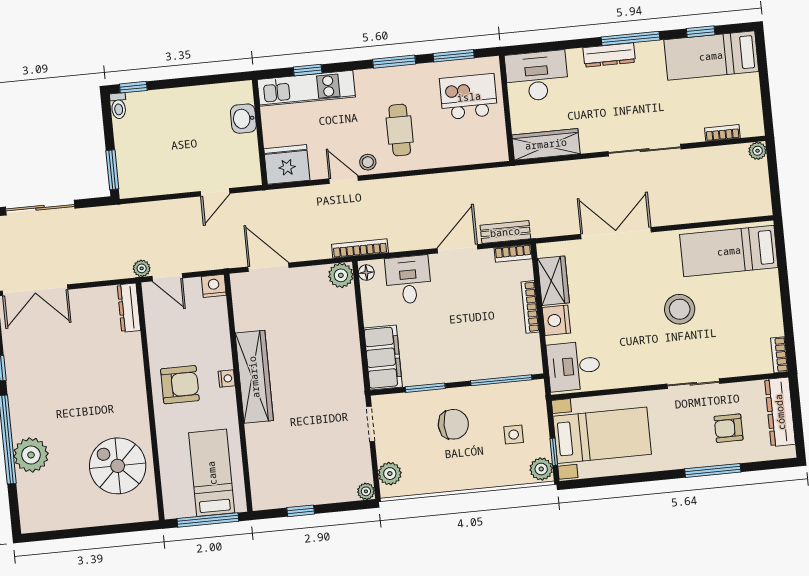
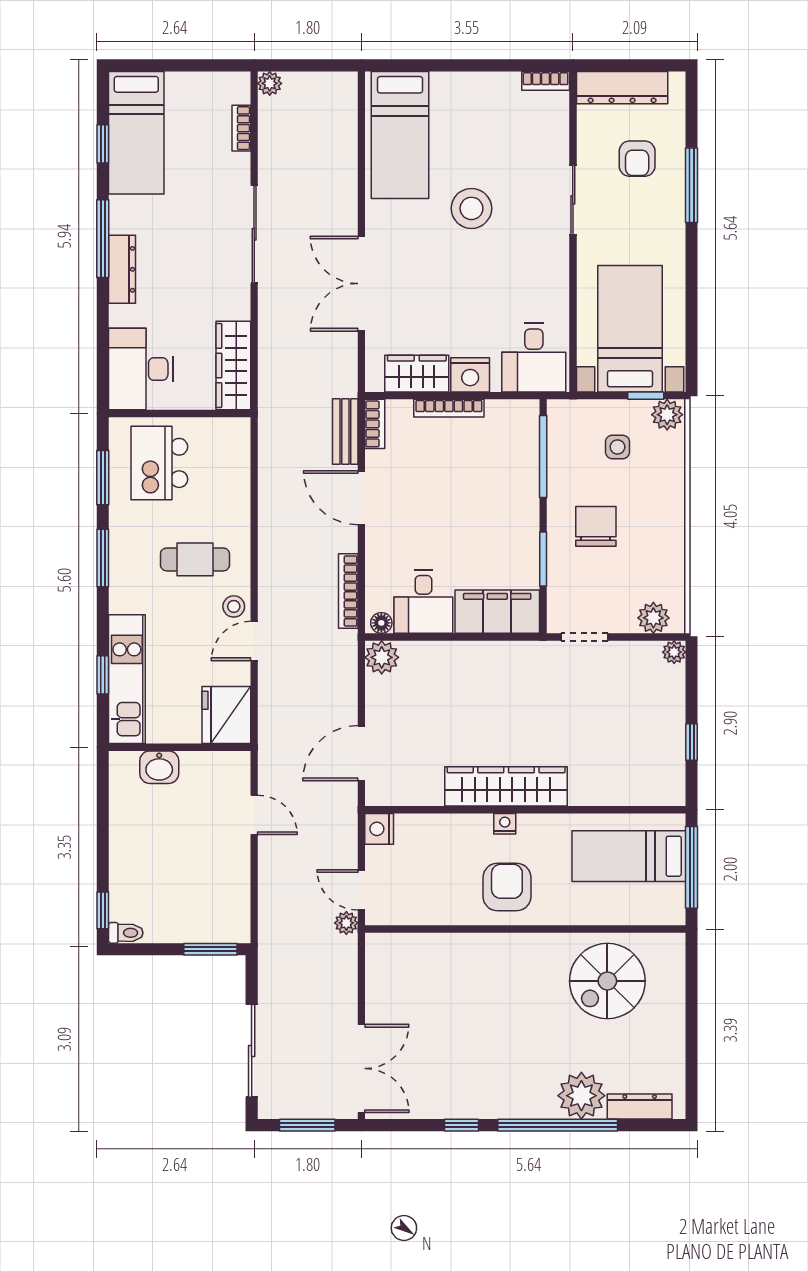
bookcase: (360, 248) -> (348, 591), moved
door: (167, 277) -> (361, 890), swing flipped
desk: (408, 280) -> (423, 602), moved, turned -90
dresser: (129, 308) -> (640, 1106), moved, turned 180

